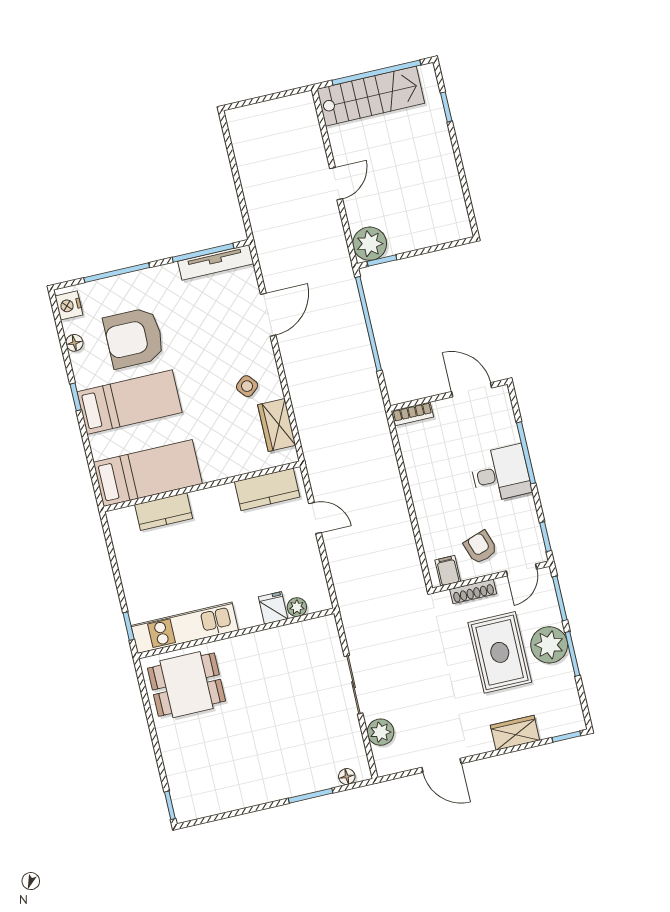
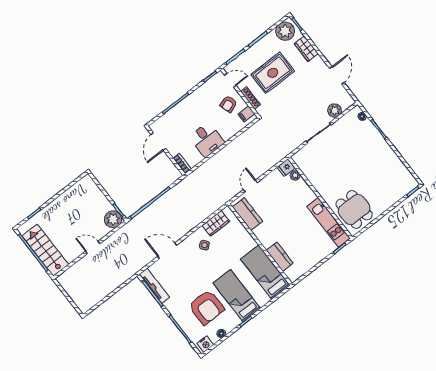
desk: (501, 474) -> (207, 140), moved, turned 180
fridge: (273, 608) -> (286, 167), moved
plant: (549, 645) -> (285, 31), moved

